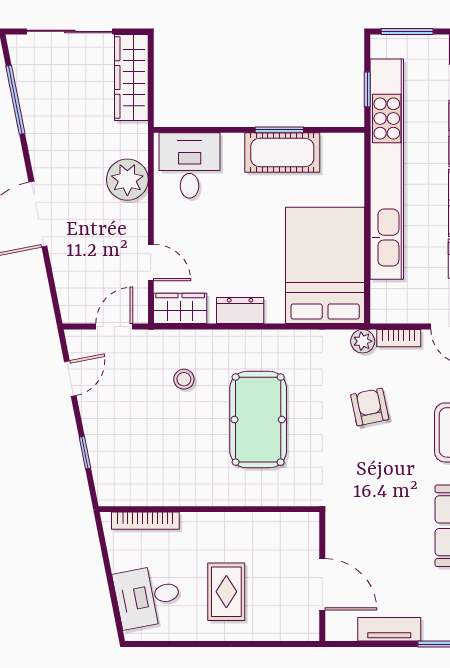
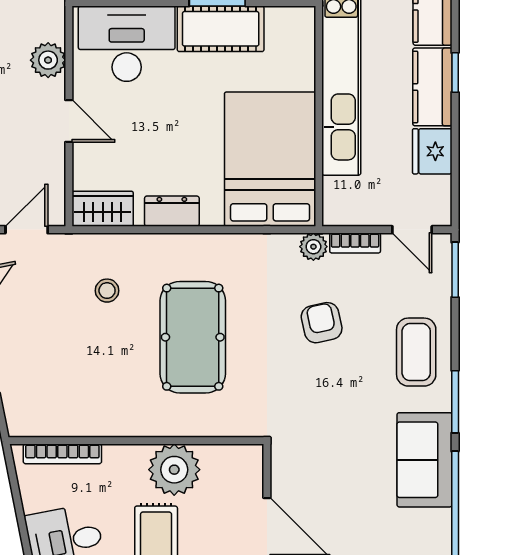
desk: (190, 165) -> (127, 44), width x1.37
plant: (127, 180) -> (48, 60), width x0.73, depth x0.73
door: (151, 262) -> (69, 121), moved
plant: (242, 534) -> (174, 470), added

